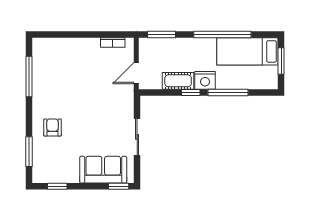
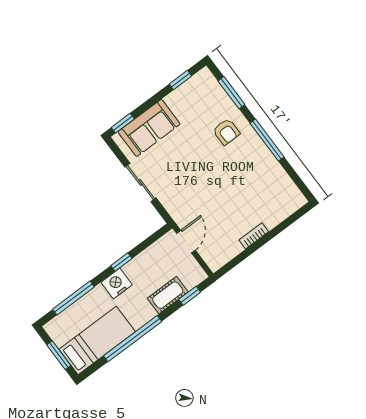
window: (161, 35) -> (190, 296), width x0.67
bookcase: (113, 43) -> (254, 236), moved
window: (29, 77) -> (267, 140), moved
cot: (178, 81) -> (168, 295), moved
window: (228, 92) -> (73, 298), moved

